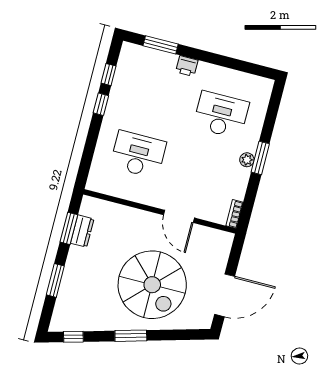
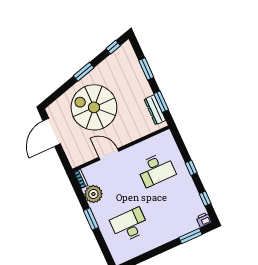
printer: (187, 66) -> (204, 220), moved
window: (101, 104) -> (191, 168), moved
desk: (221, 115) -> (130, 225), turned 180
plant: (247, 160) -> (93, 194), moved, width x1.88, depth x1.88
dresser: (82, 231) -> (155, 110), width x1.44

